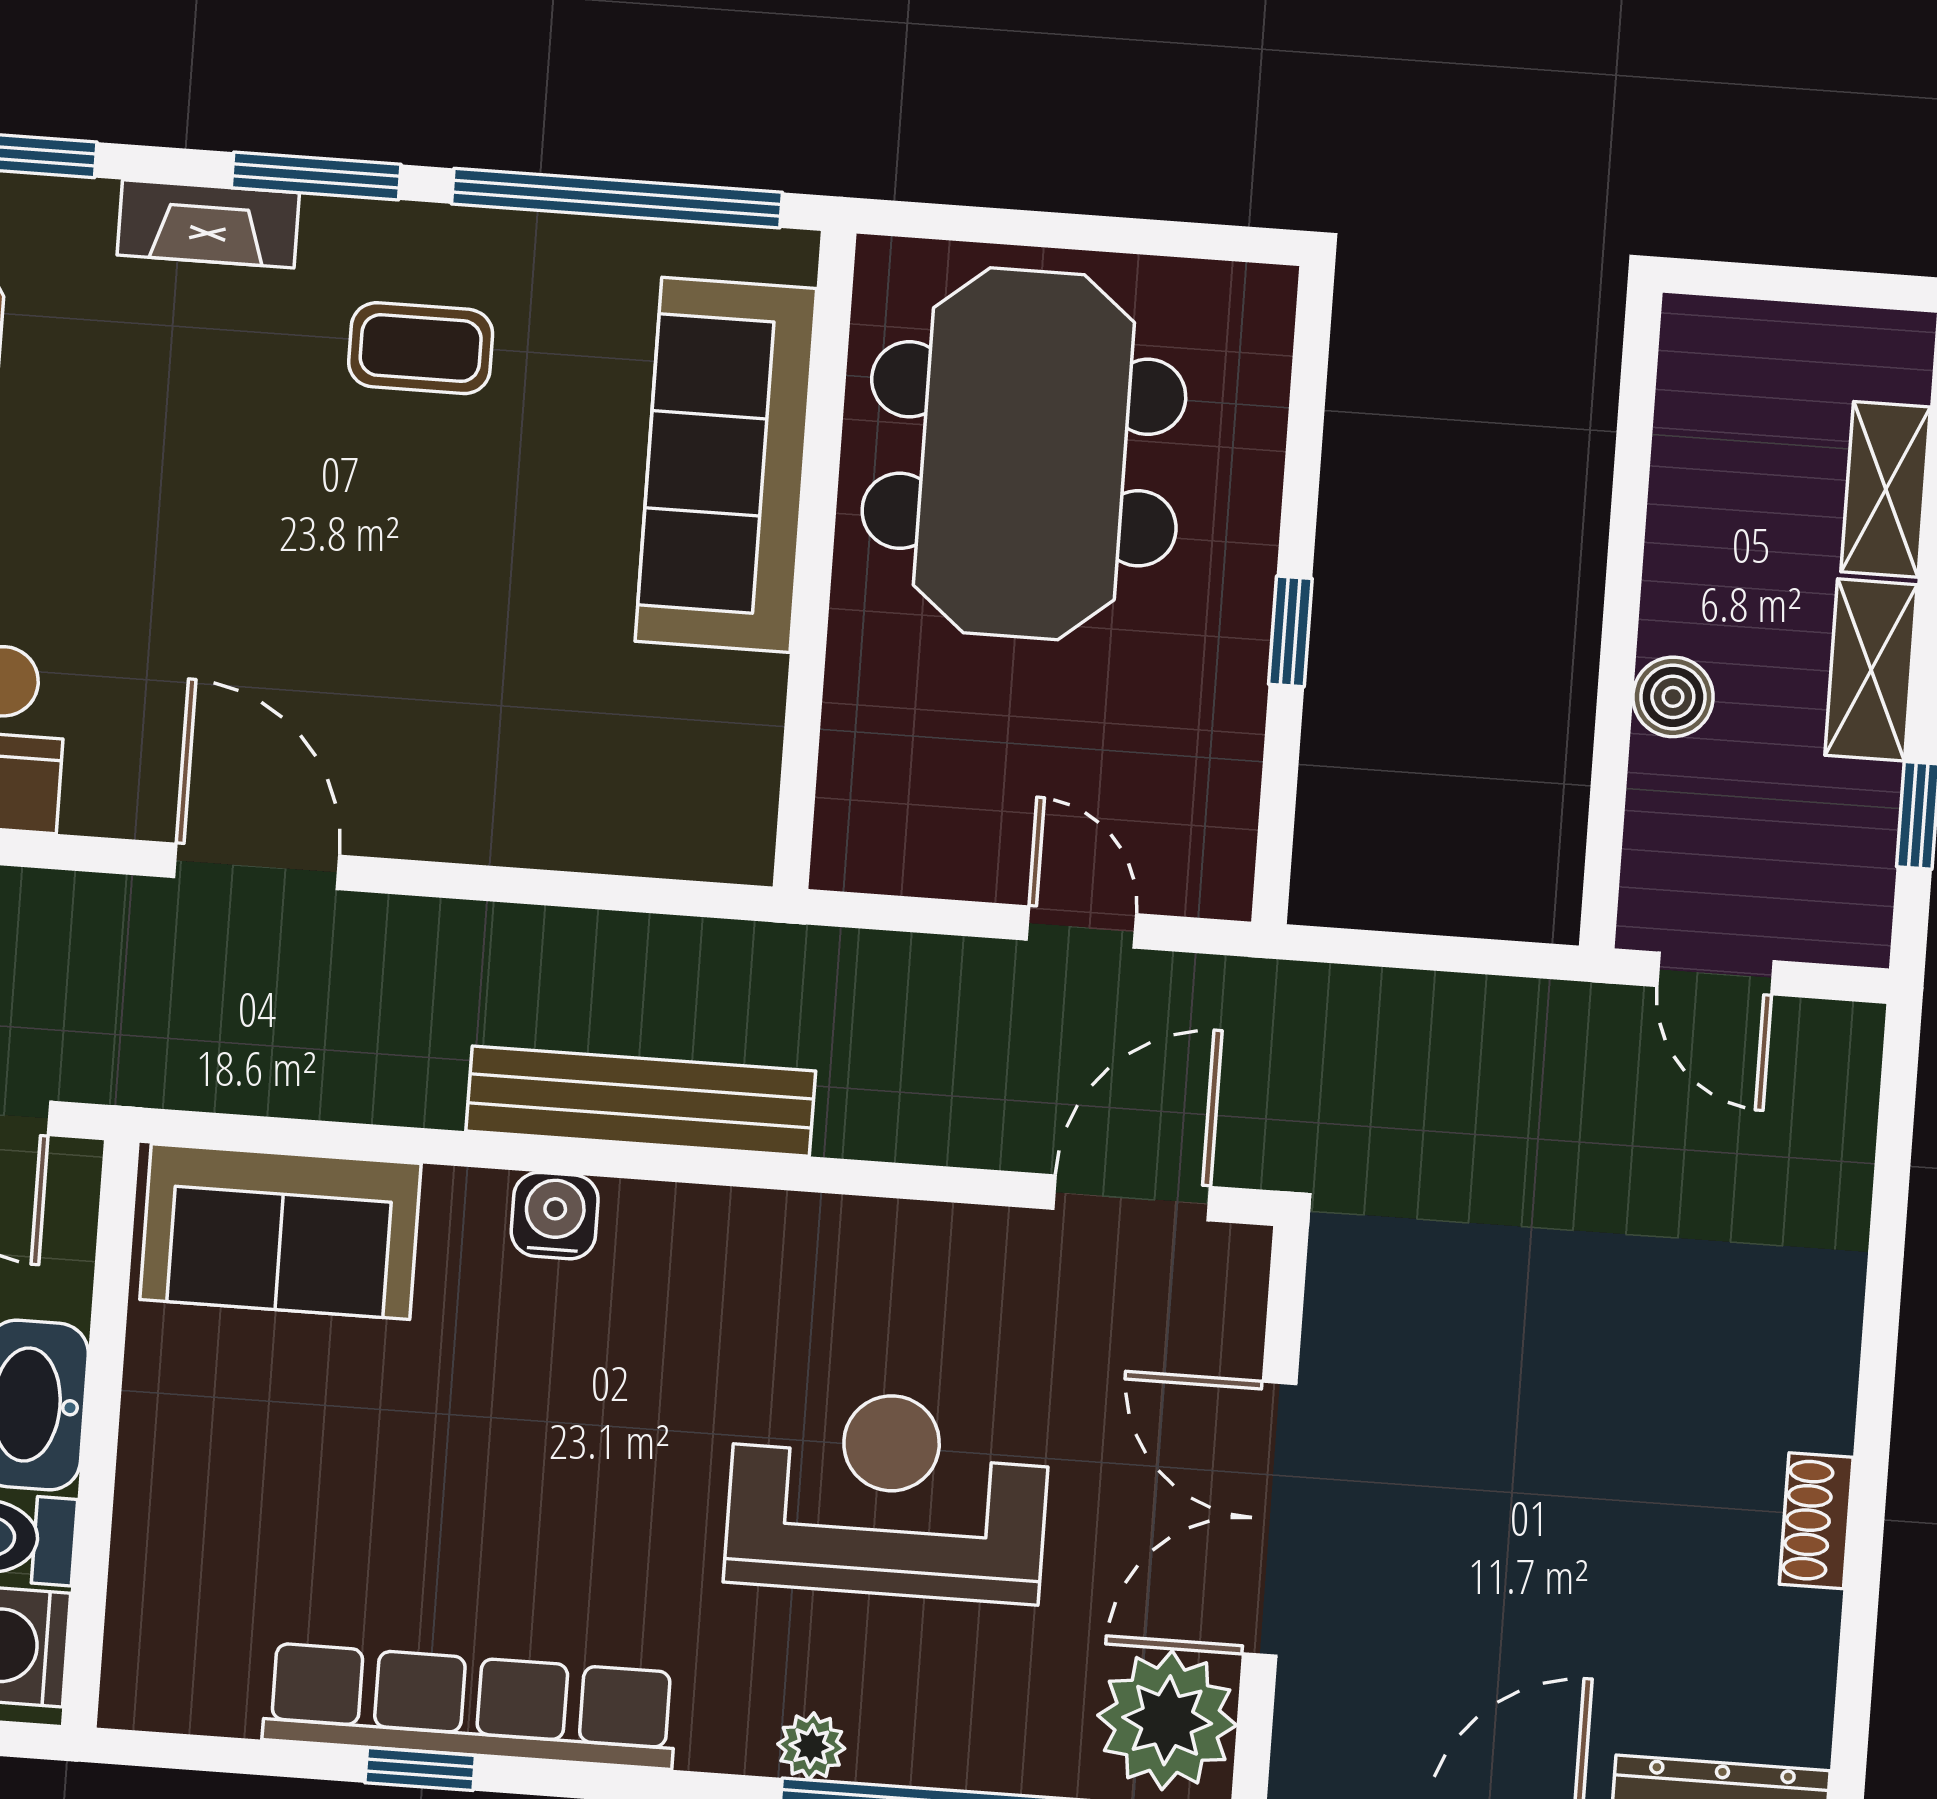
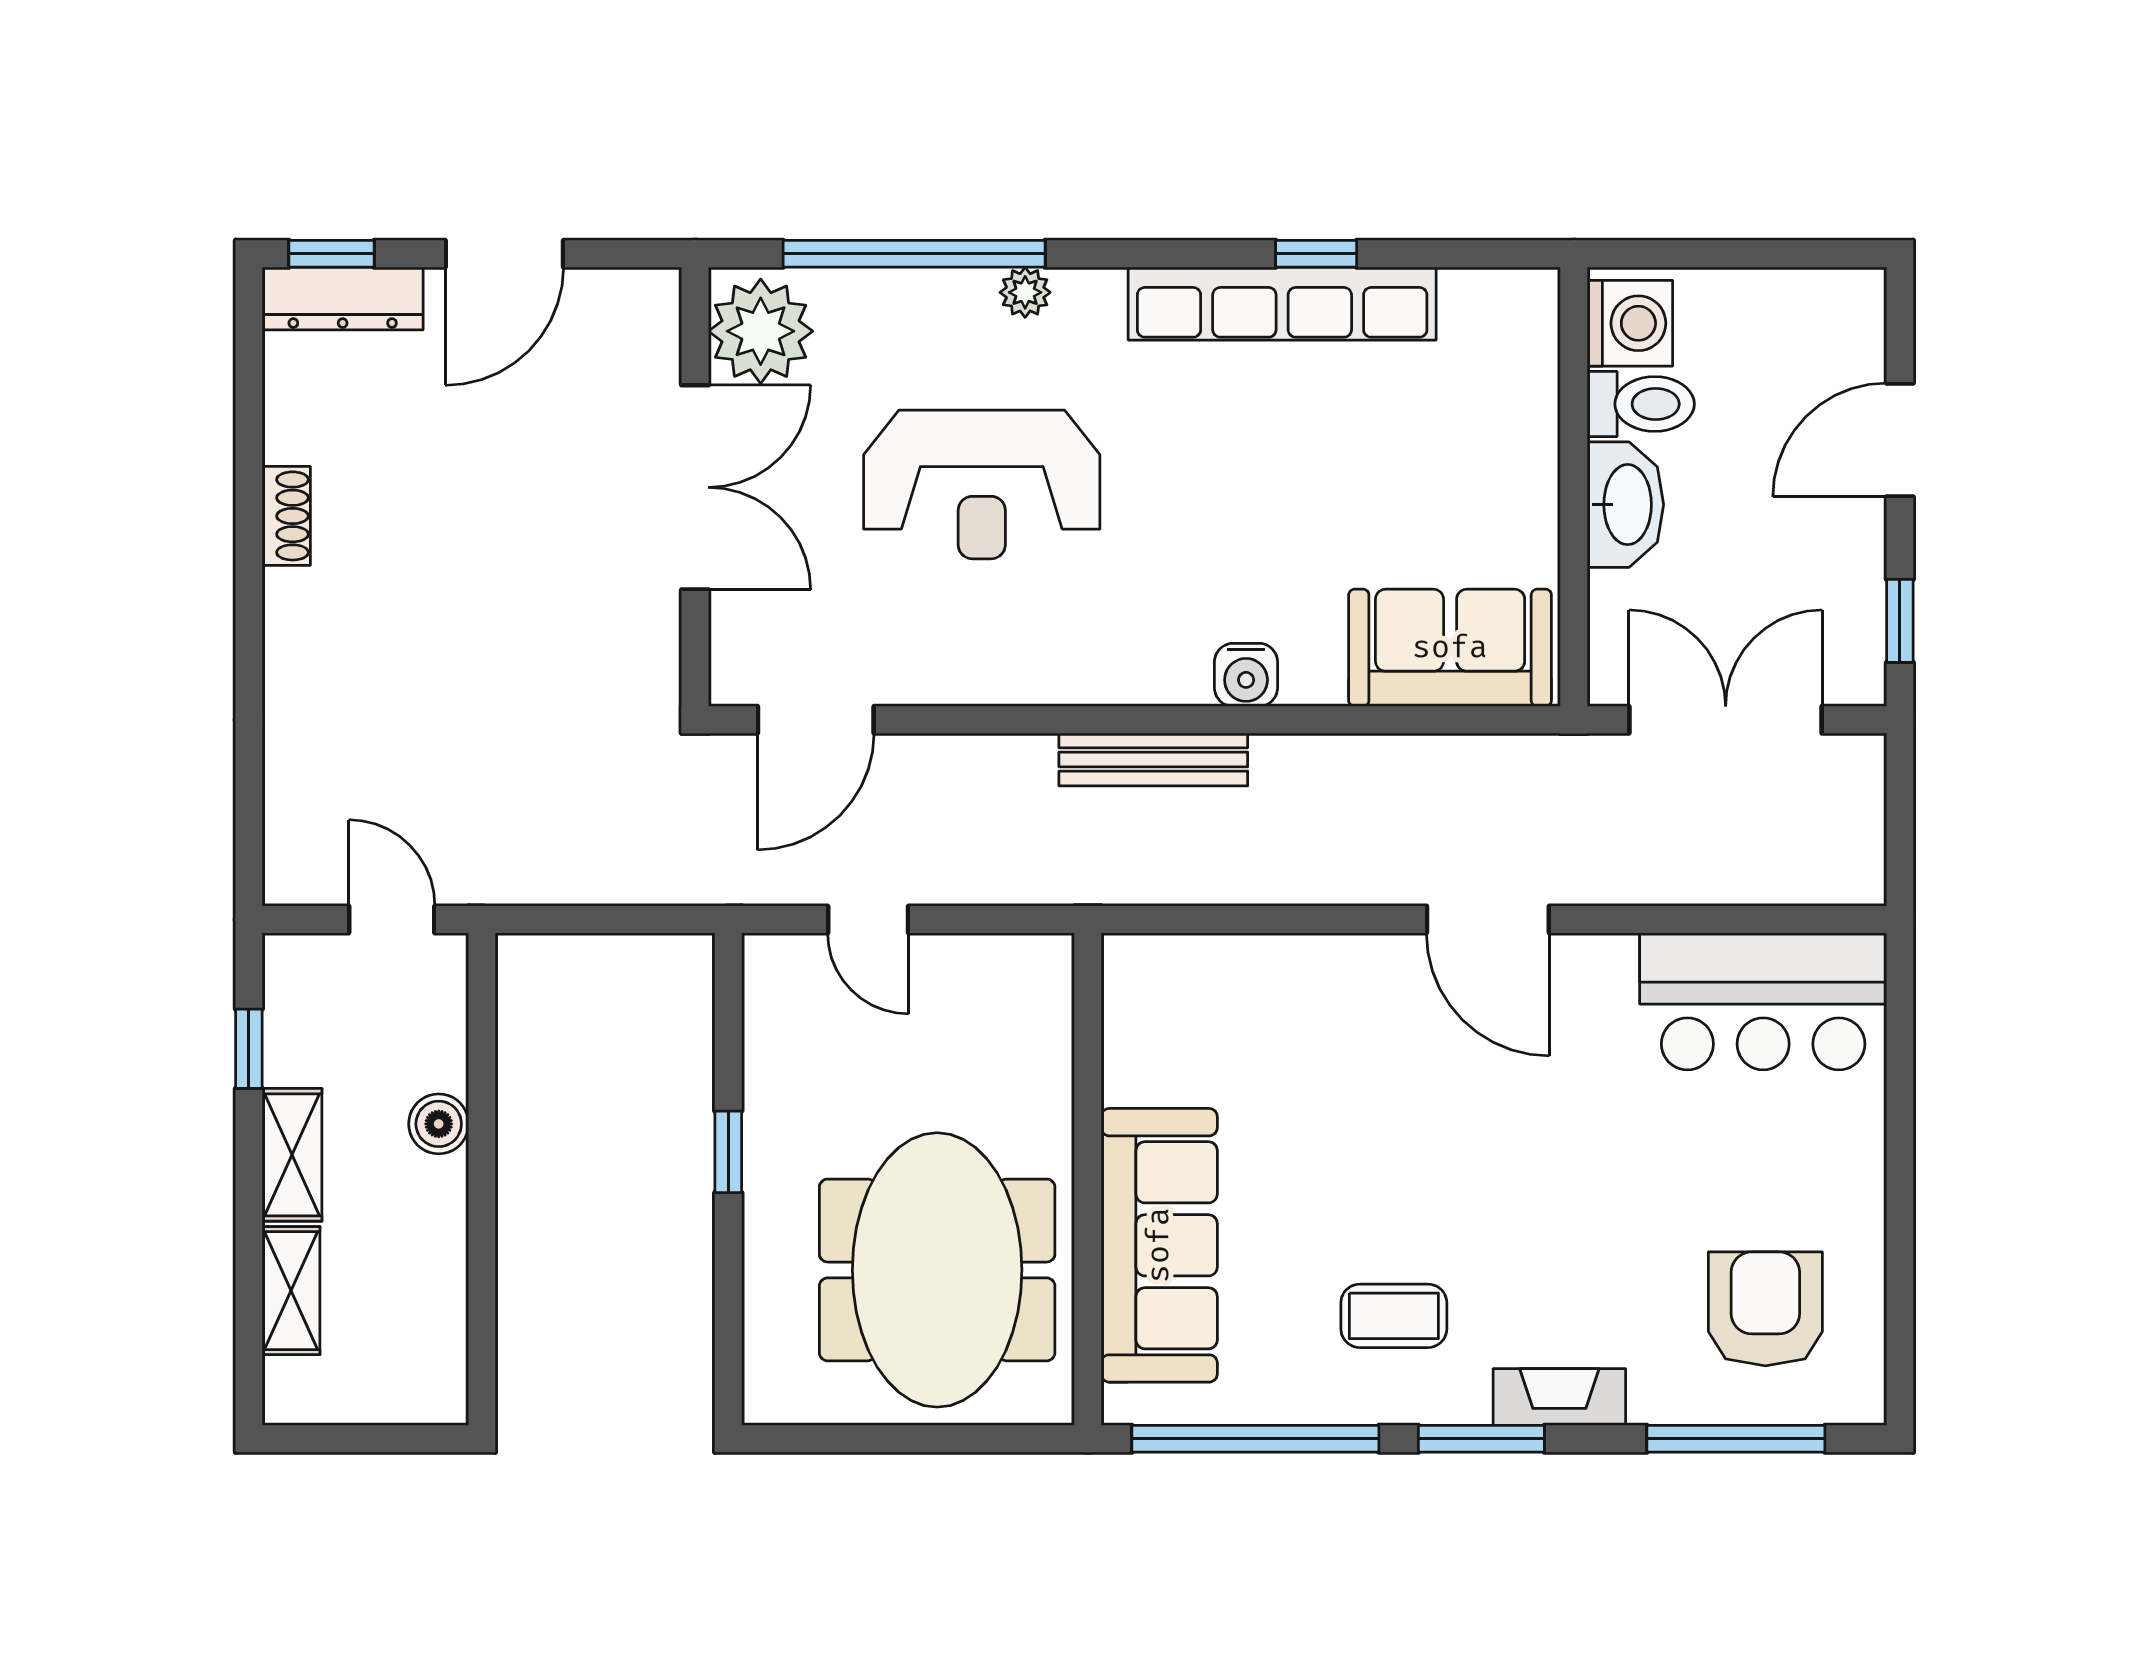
bench: (641, 1101) -> (1153, 759), width x0.73, depth x0.82

